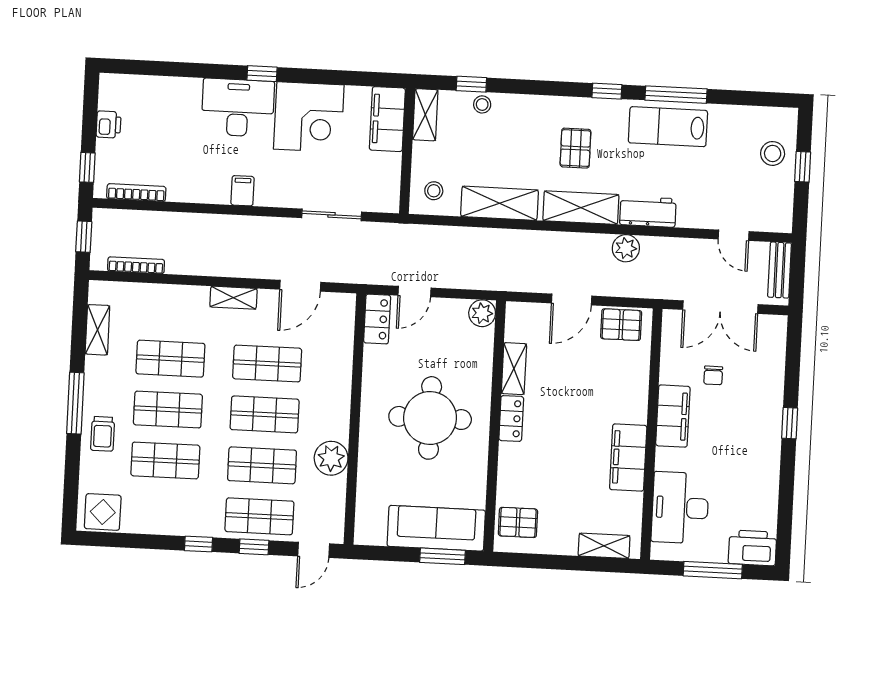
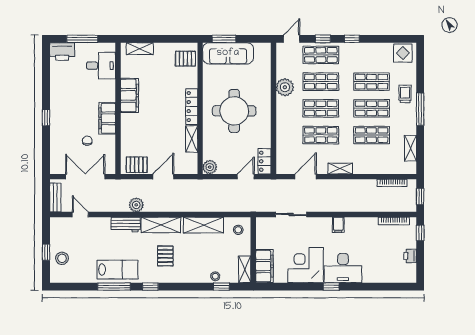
locker: (511, 418) -> (192, 107), width x1.53
desk: (680, 508) -> (101, 66), width x0.73

